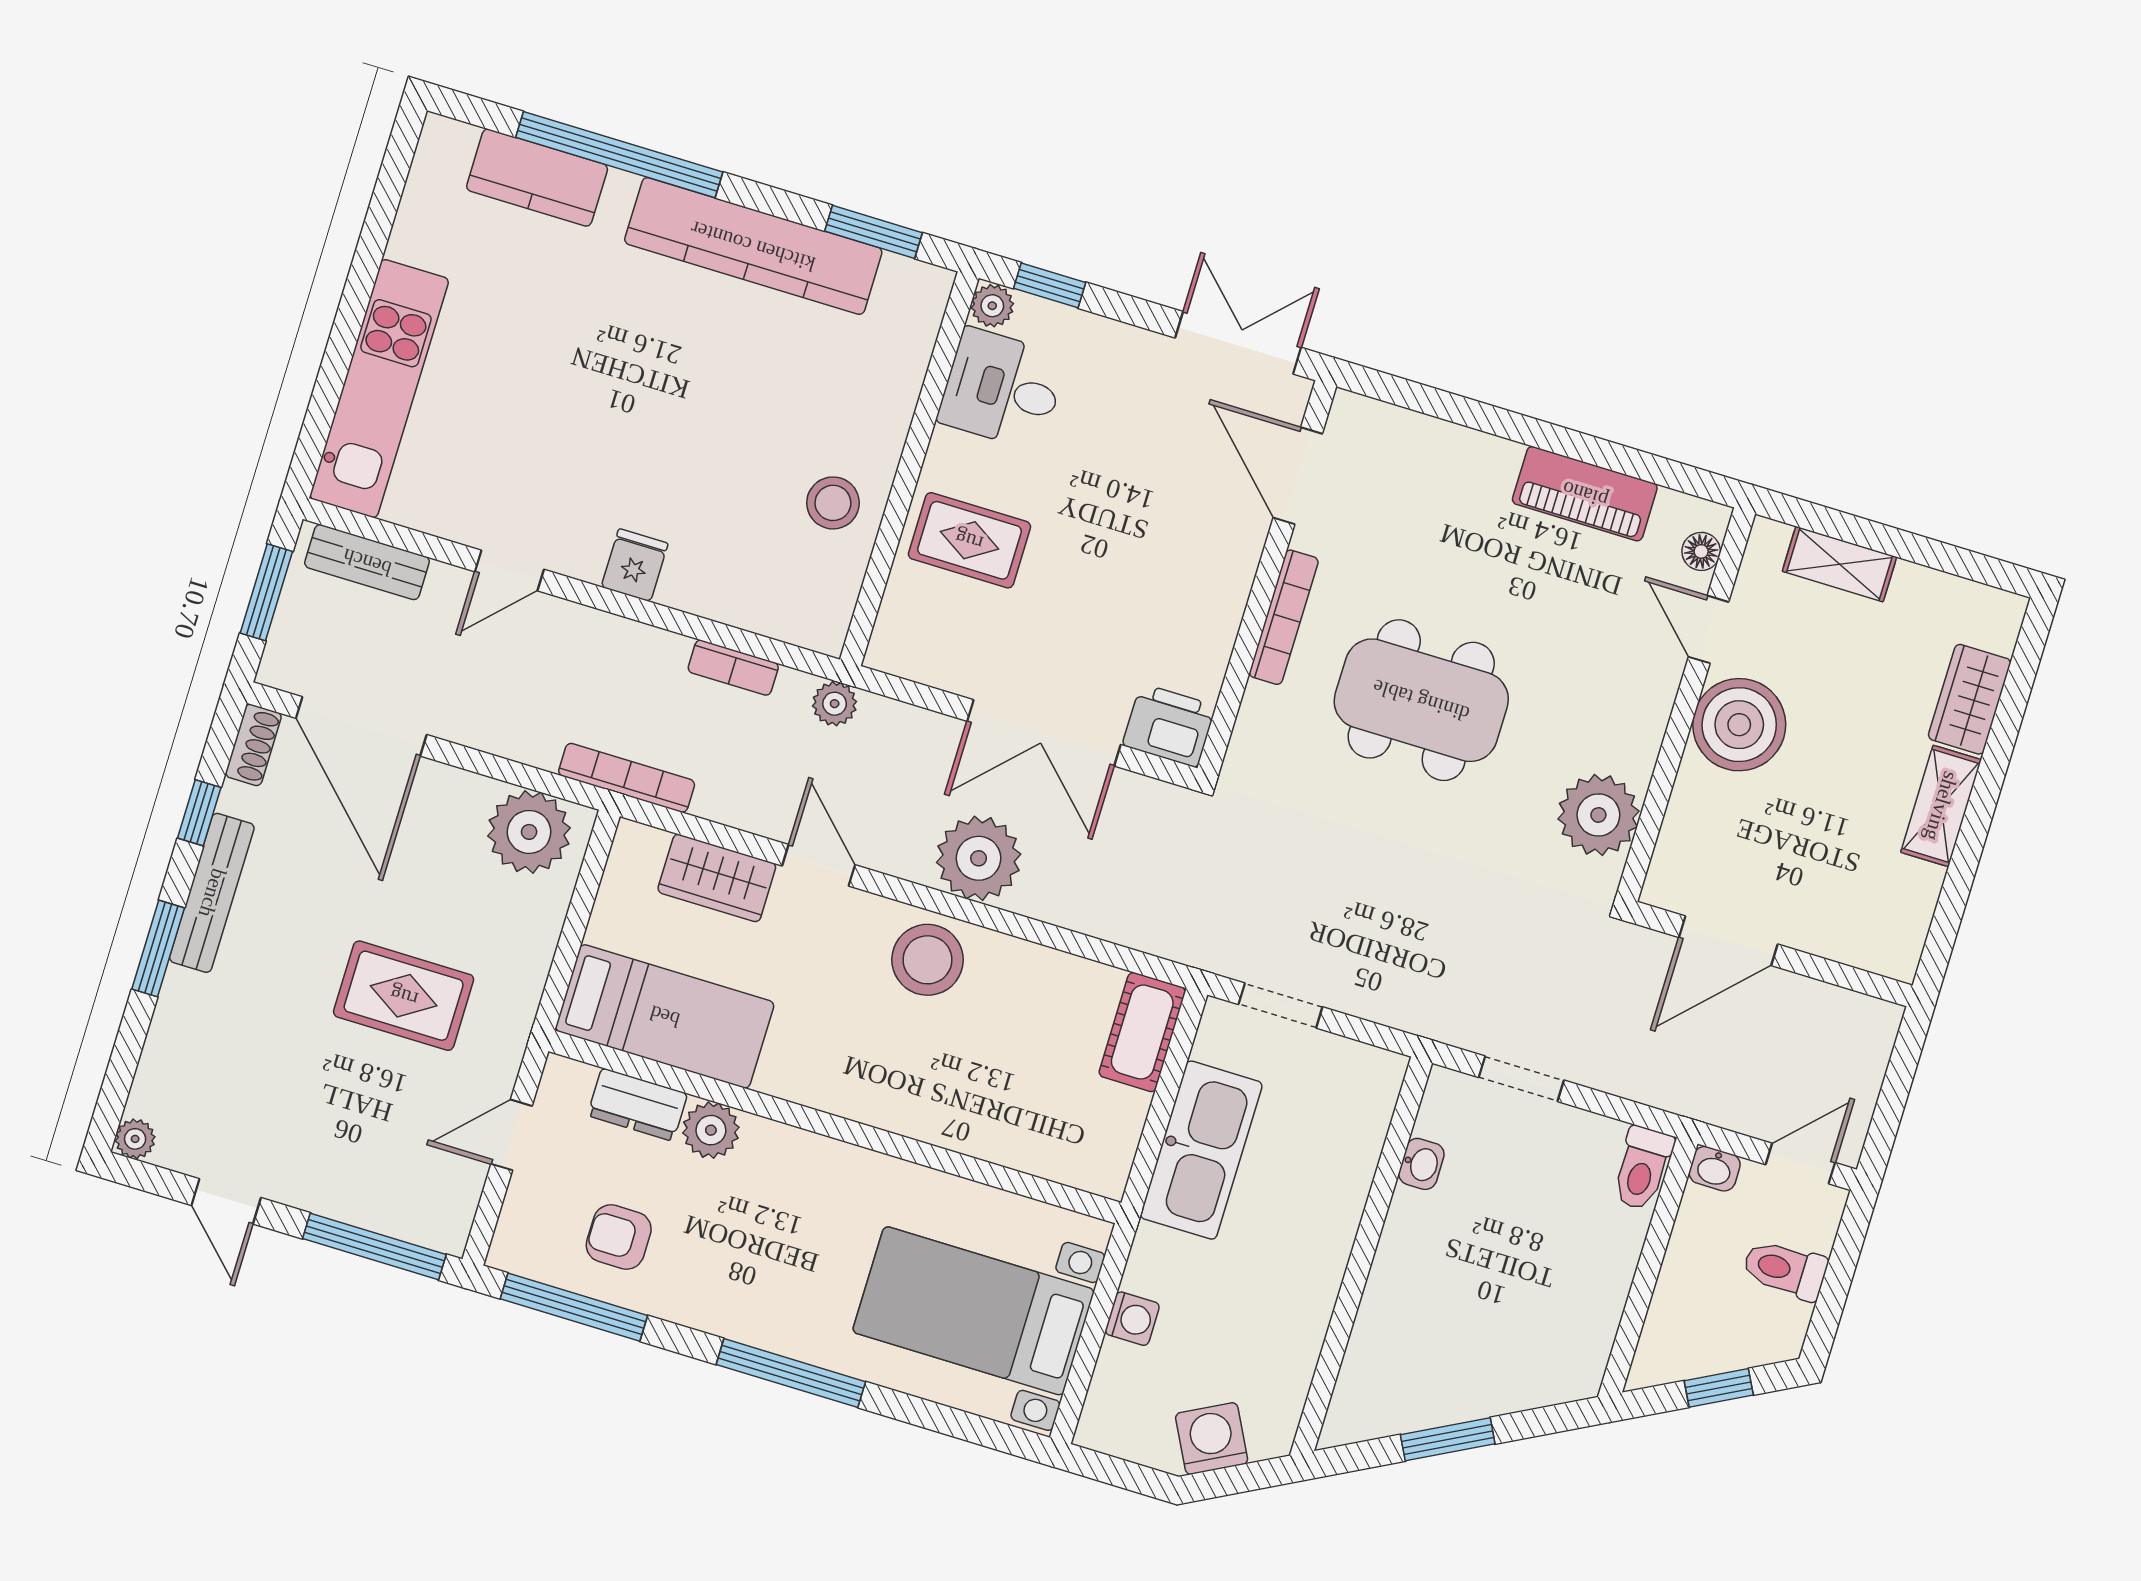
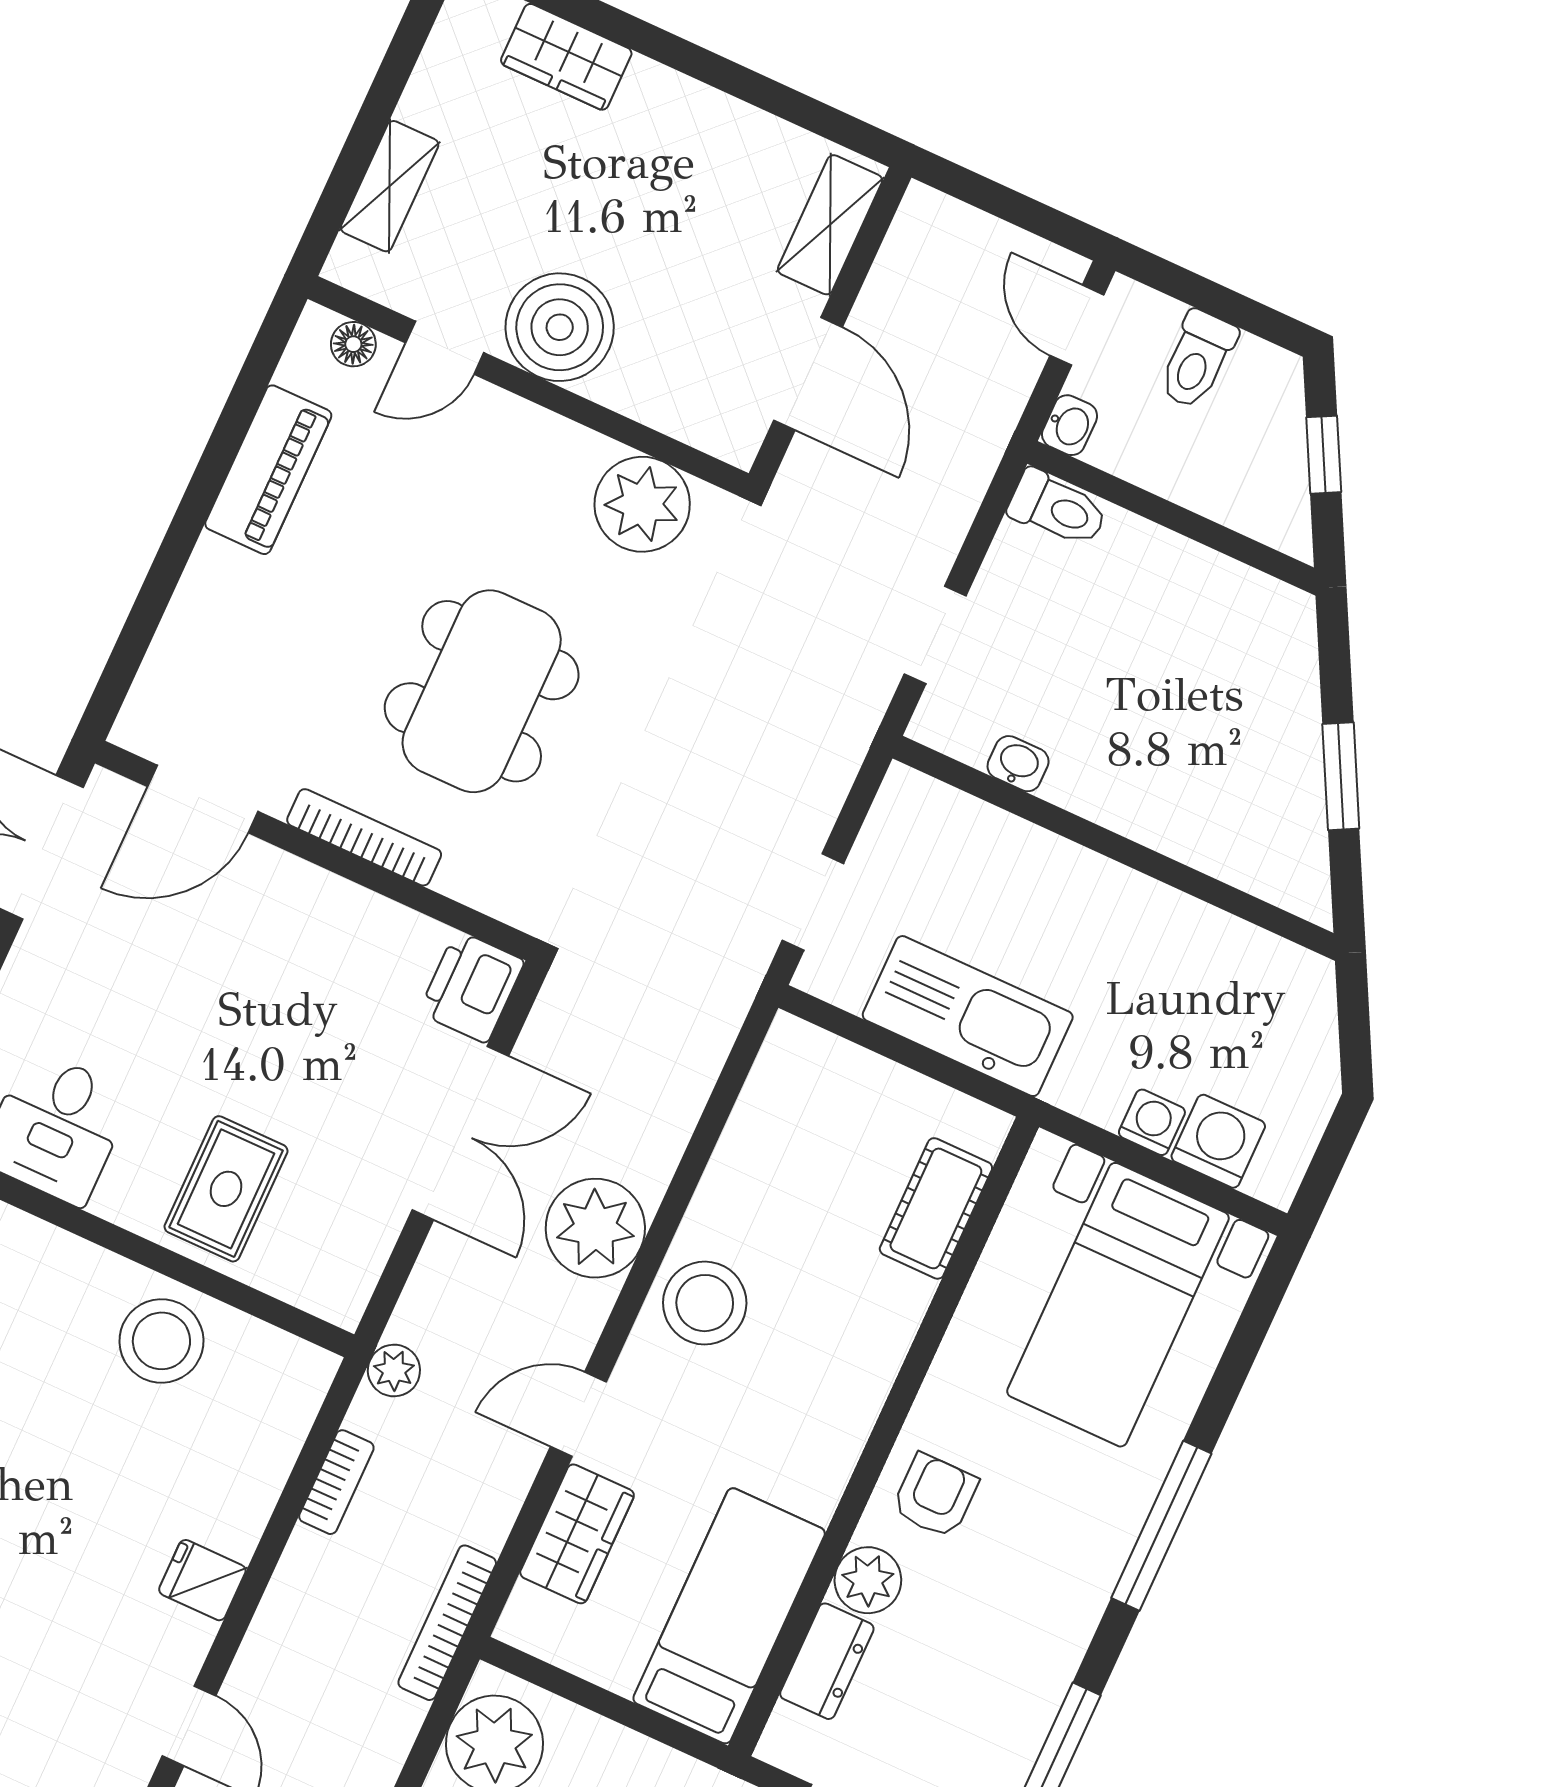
stool: (833, 503) -> (161, 1341), width x1.38, depth x1.38
shelving: (1941, 806) -> (830, 225), moved, turned 90
cot: (1142, 1032) -> (936, 1208), moved, turned 90
armchair: (619, 1237) -> (935, 1496), moved, turned 180
washing machine: (1212, 1439) -> (1218, 1141), moved, turned 118

